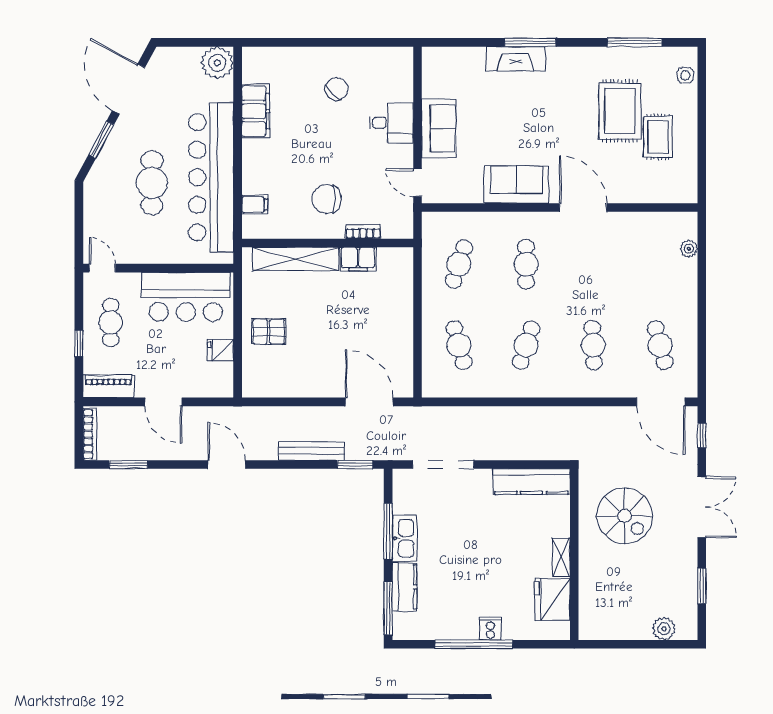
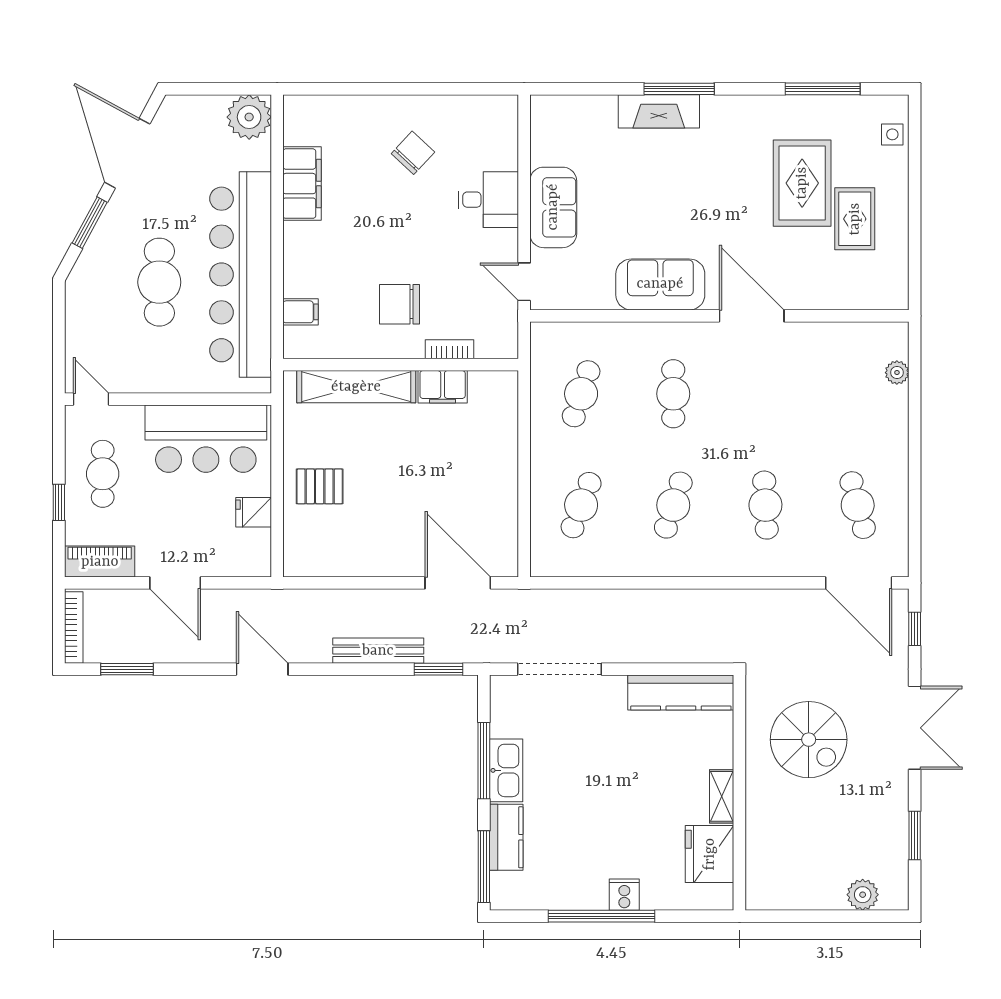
cafe table: (459, 345) -> (581, 505), turned 36

